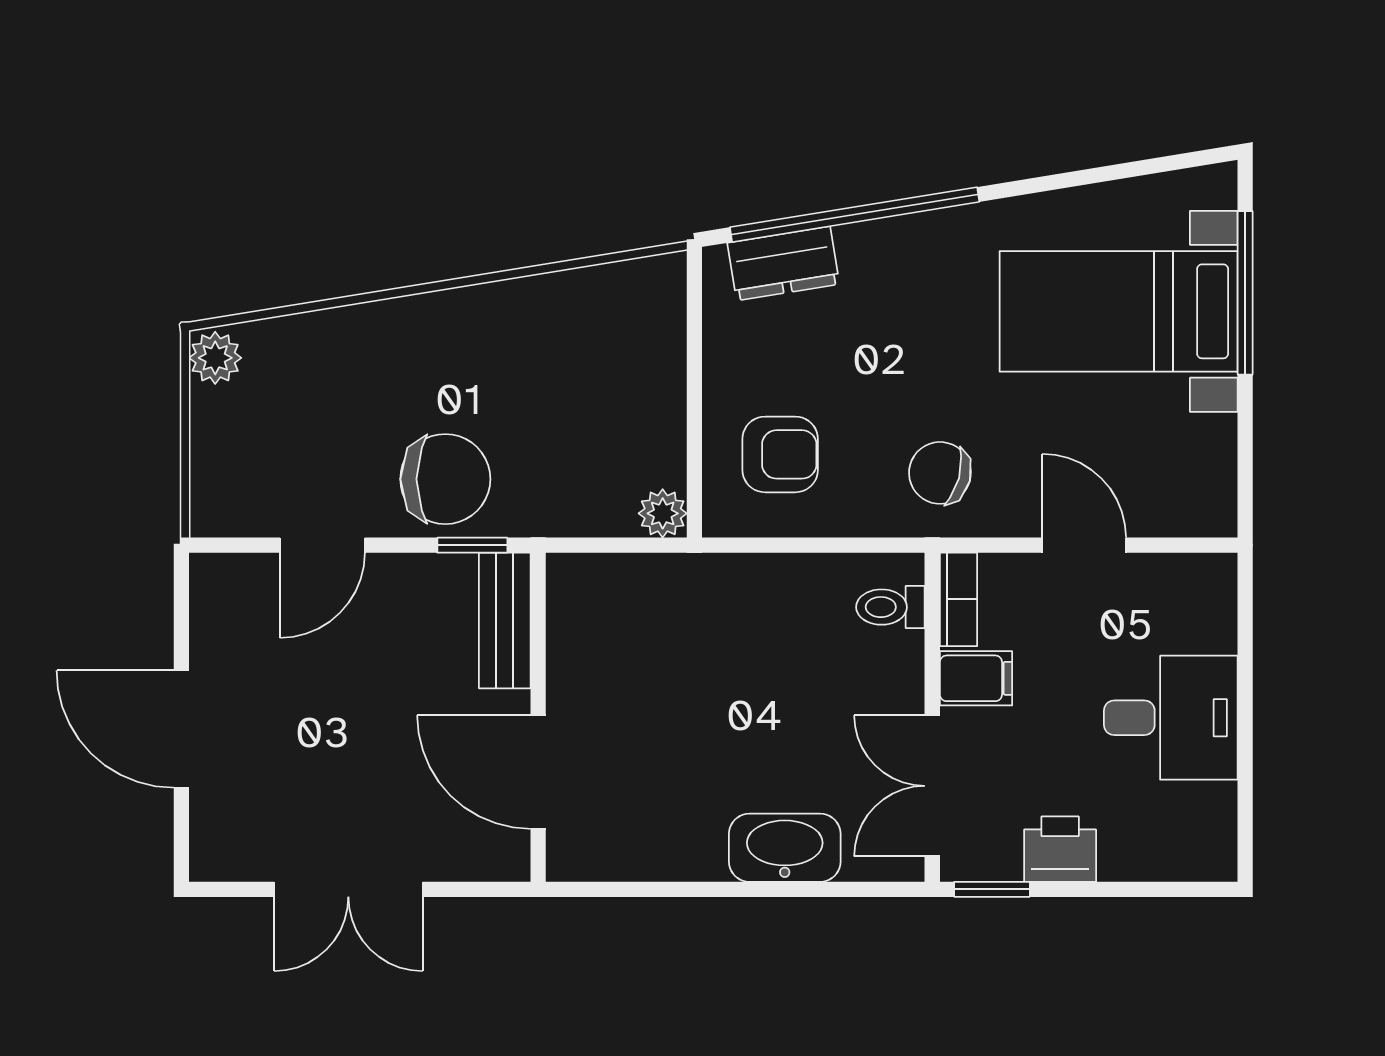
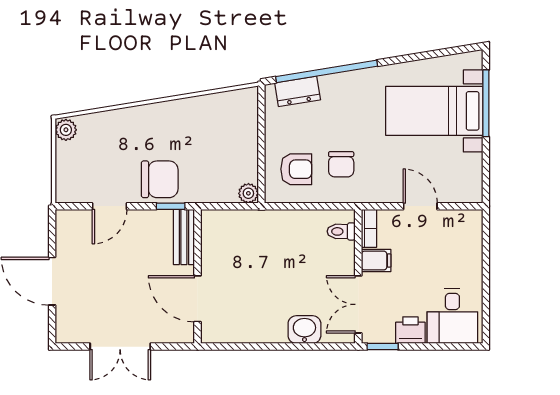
chair: (940, 473) -> (341, 164), moved, turned -105
desk: (1171, 718) -> (452, 316), moved, turned 90
washbasin: (785, 848) -> (304, 330), width x0.72

